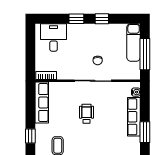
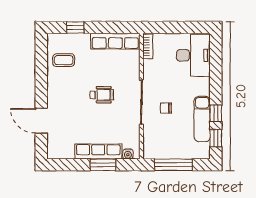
window: (76, 19) -> (216, 138), moved
desk: (54, 37) -> (193, 55), width x1.37
exam couch: (134, 42) -> (202, 119), moved, turned -90
window: (145, 132) -> (103, 165), moved

